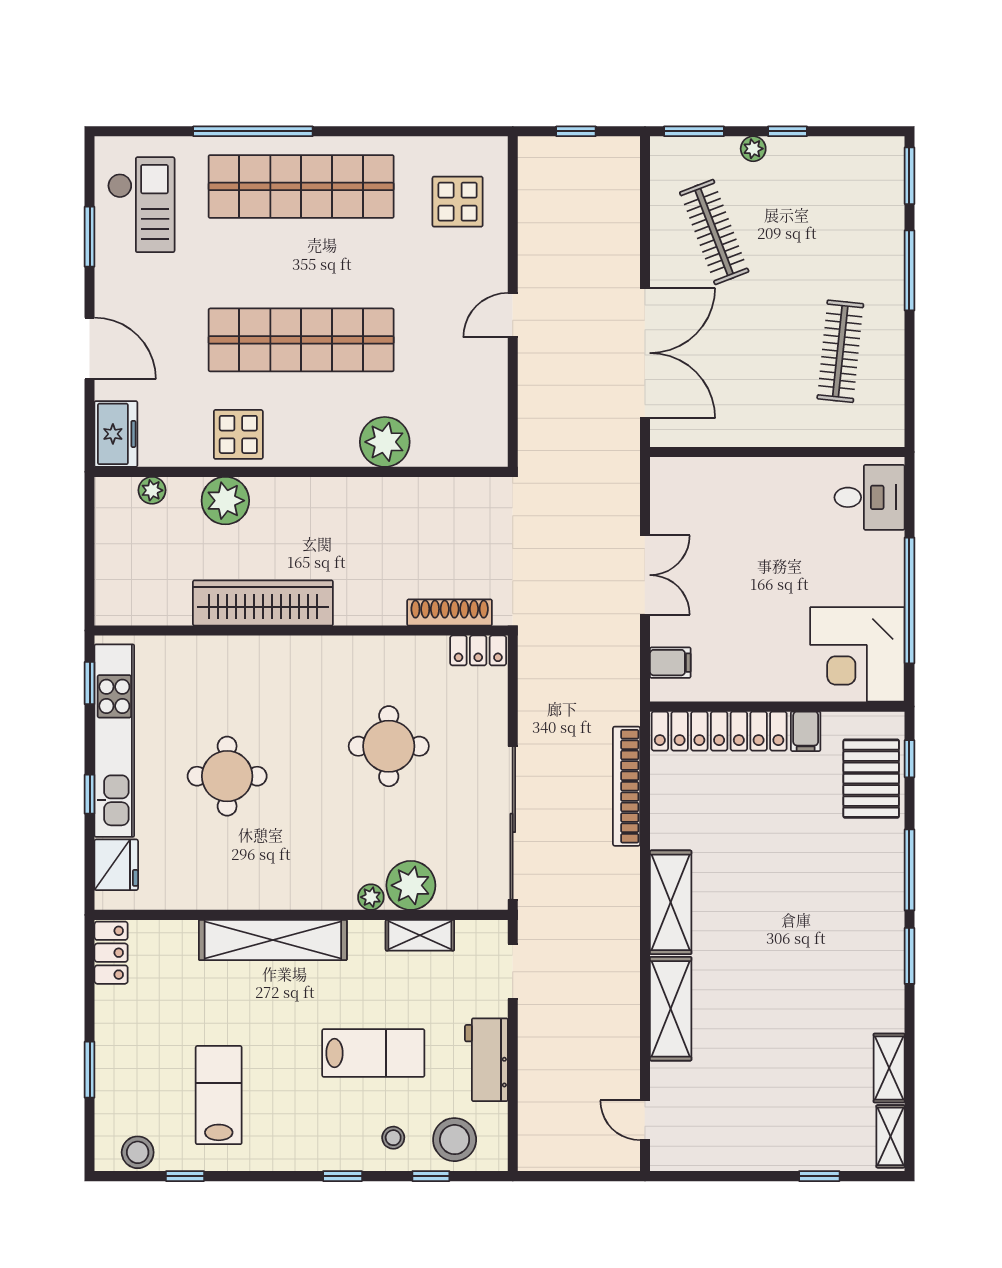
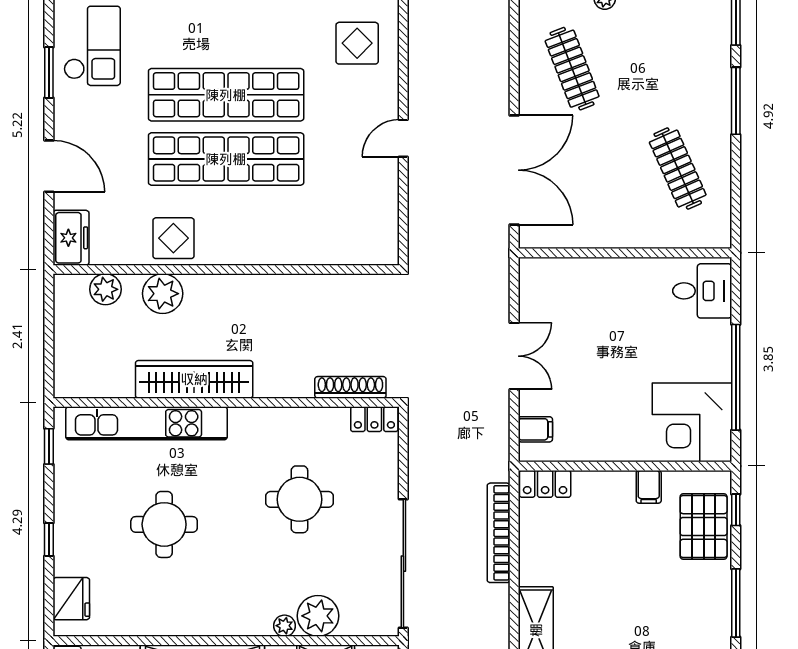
shop shelf: (301, 186) -> (226, 95), moved
clothes rail: (840, 351) -> (678, 169), turned -30
plant: (385, 442) -> (296, 244), removed
plant: (152, 490) -> (105, 289), width x1.38, depth x1.38
locker: (719, 731) -> (545, 484), width x0.46, depth x0.83
kitchen unit: (114, 741) -> (147, 423), moved, turned 90

